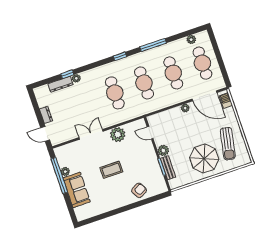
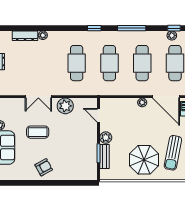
window: (67, 74) -> (174, 28), moved
double door: (91, 134) -> (38, 97), swing flipped
coffee table: (111, 170) -> (38, 132), moved
armchair: (139, 190) -> (44, 167), moved

